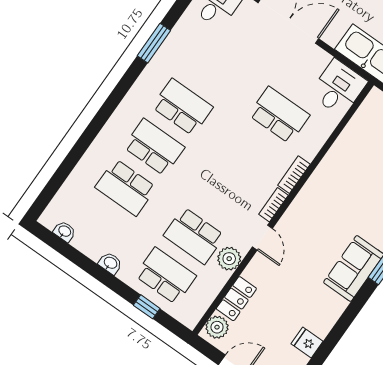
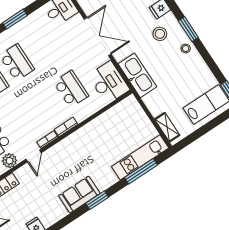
desk: (338, 88) -> (109, 83), width x1.37

